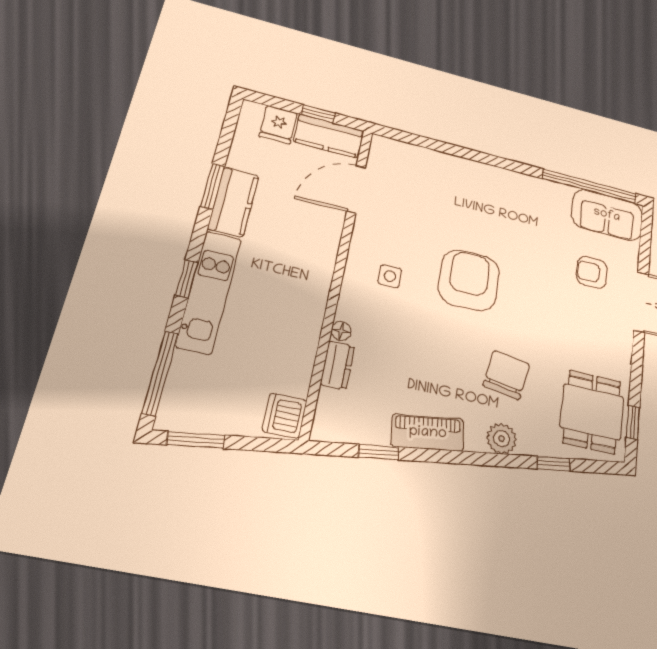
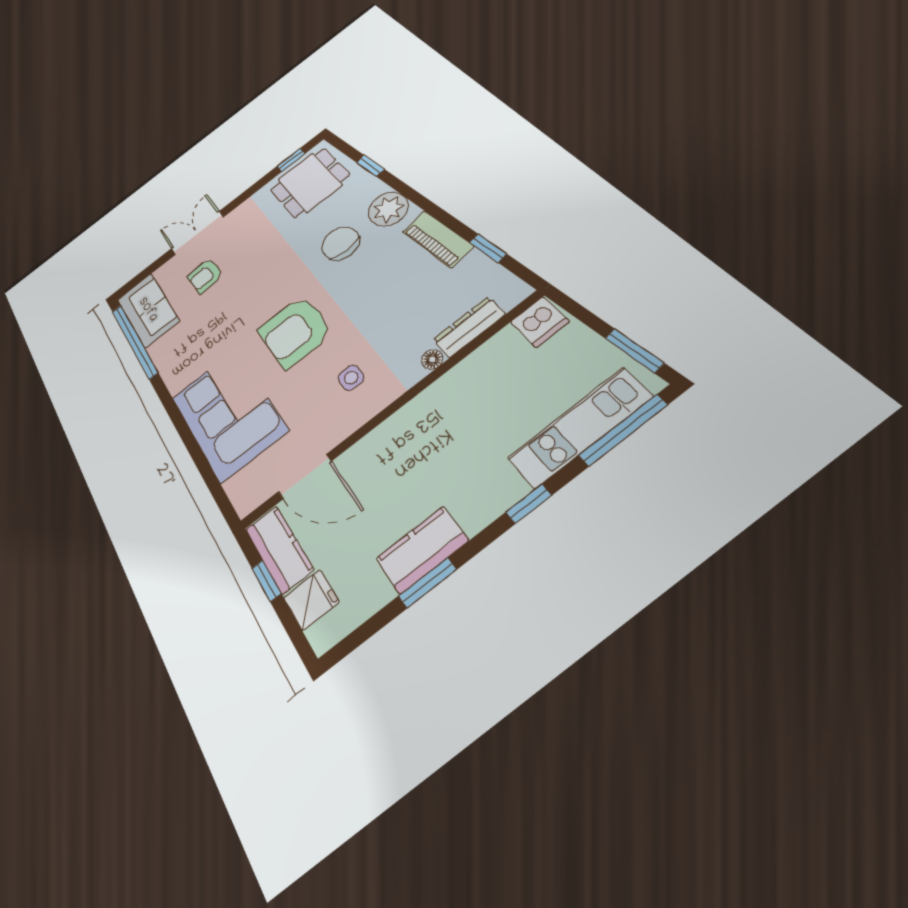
corner sofa: (456, 189) -> (229, 414), added
armchair: (592, 272) -> (205, 276), turned 87
kitchen unit: (209, 292) -> (580, 427), moved
dresser: (337, 365) -> (469, 327), width x1.44
chair: (506, 375) -> (341, 243), turned 80
plant: (502, 439) -> (388, 209), width x1.36, depth x1.36

